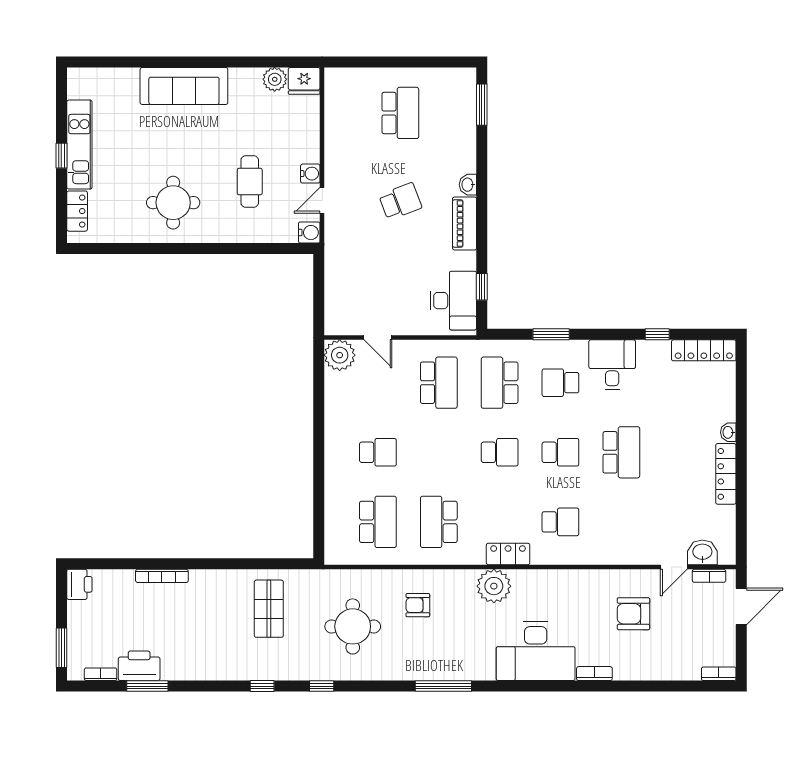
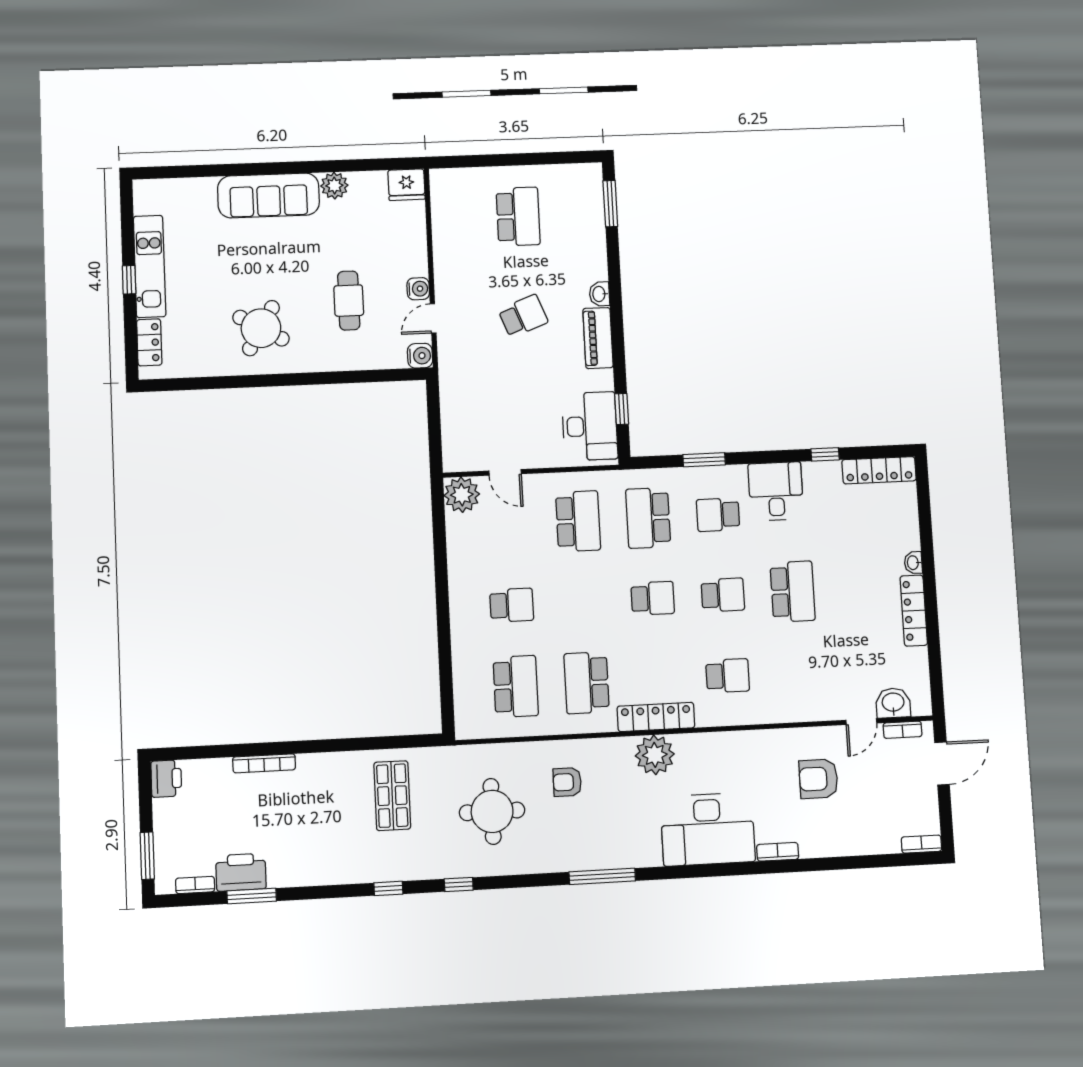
plant: (275, 79) -> (334, 186), moved
round table: (173, 203) -> (261, 328), turned 30
locker: (508, 554) -> (656, 717), width x1.53

